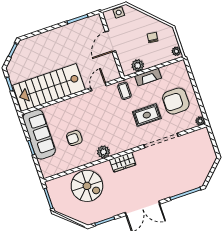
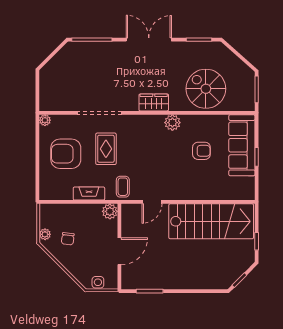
plant: (176, 51) -> (45, 234), moved
plant: (138, 66) -> (110, 211), moved
armchair: (176, 101) -> (66, 154), turned 180
rug: (147, 115) -> (106, 149), turned 90
sofa: (39, 134) -> (242, 145), moved

